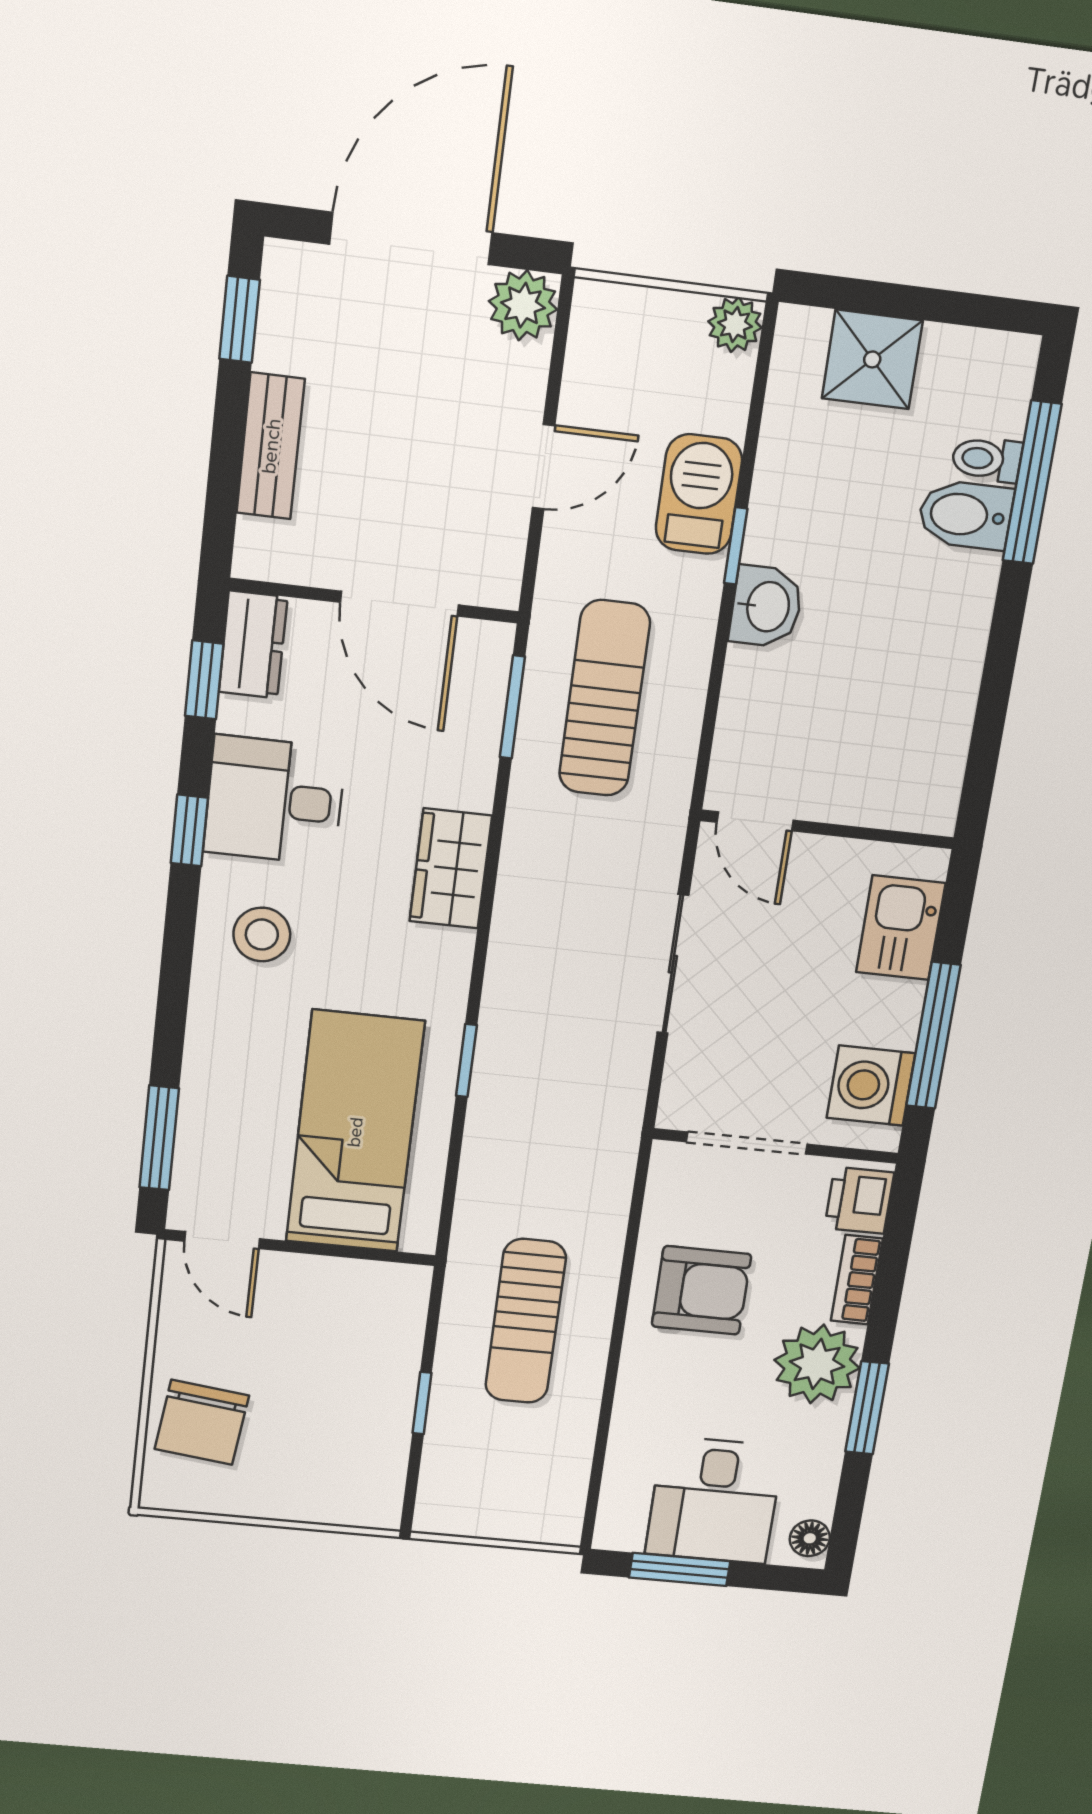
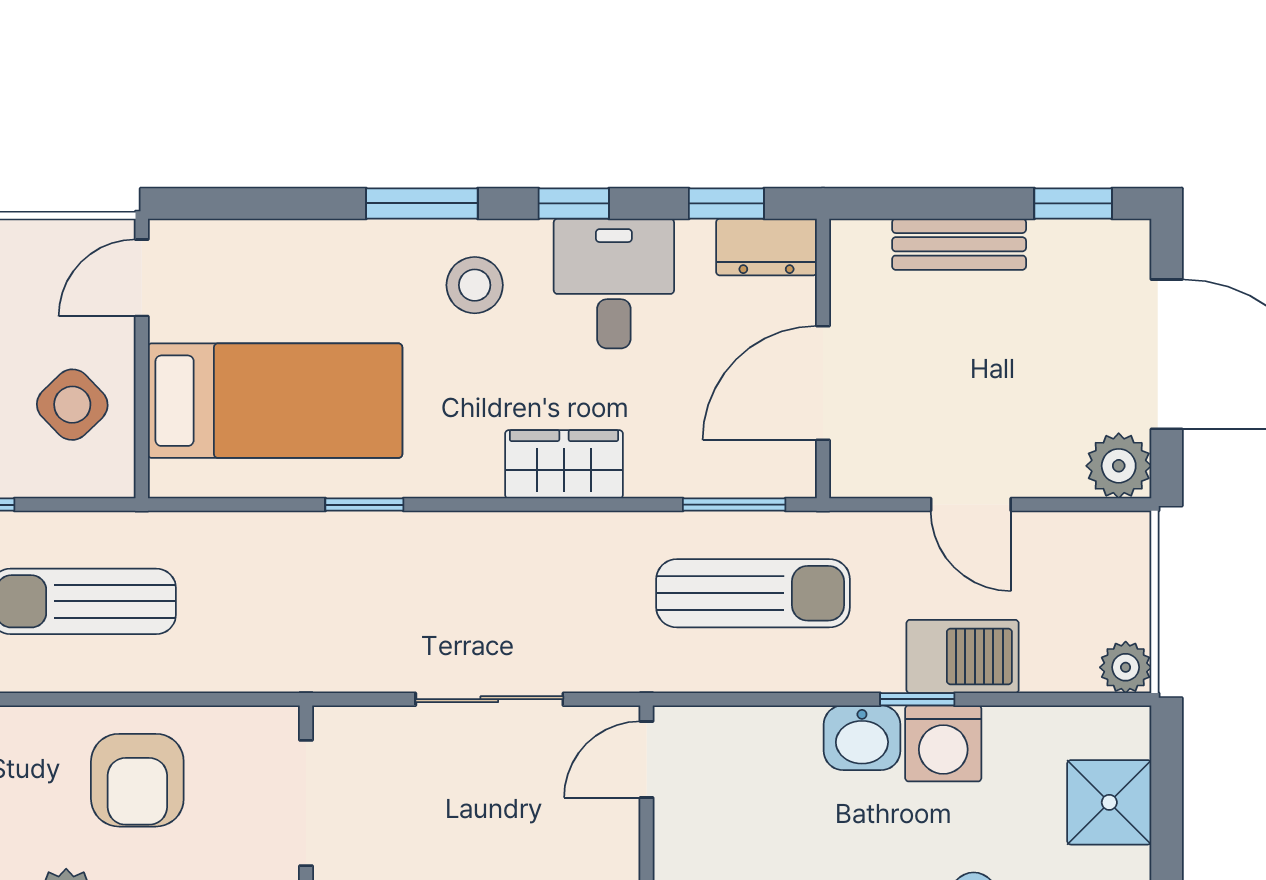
washing machine: (785, 525) -> (943, 743), added
window: (159, 1138) -> (422, 203), moved
side table: (337, 1313) -> (72, 405), added

